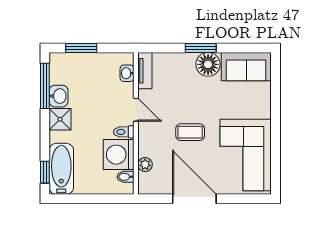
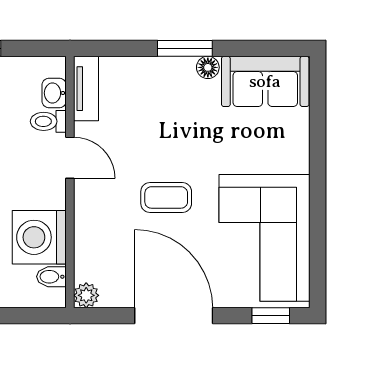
floor lamp: (208, 64) -> (208, 67), width x0.53, depth x0.53
toilet: (124, 132) -> (48, 121), moved
plant: (145, 165) -> (86, 295), moved
window: (249, 199) -> (271, 316), added

